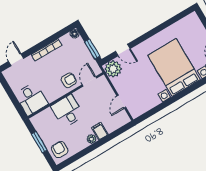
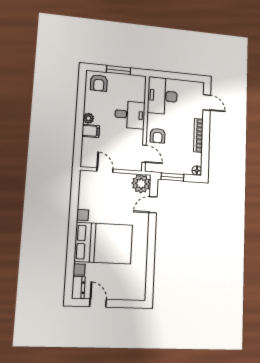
desk: (31, 99) -> (163, 96), width x1.37
armchair: (60, 150) -> (99, 83), turned 90

